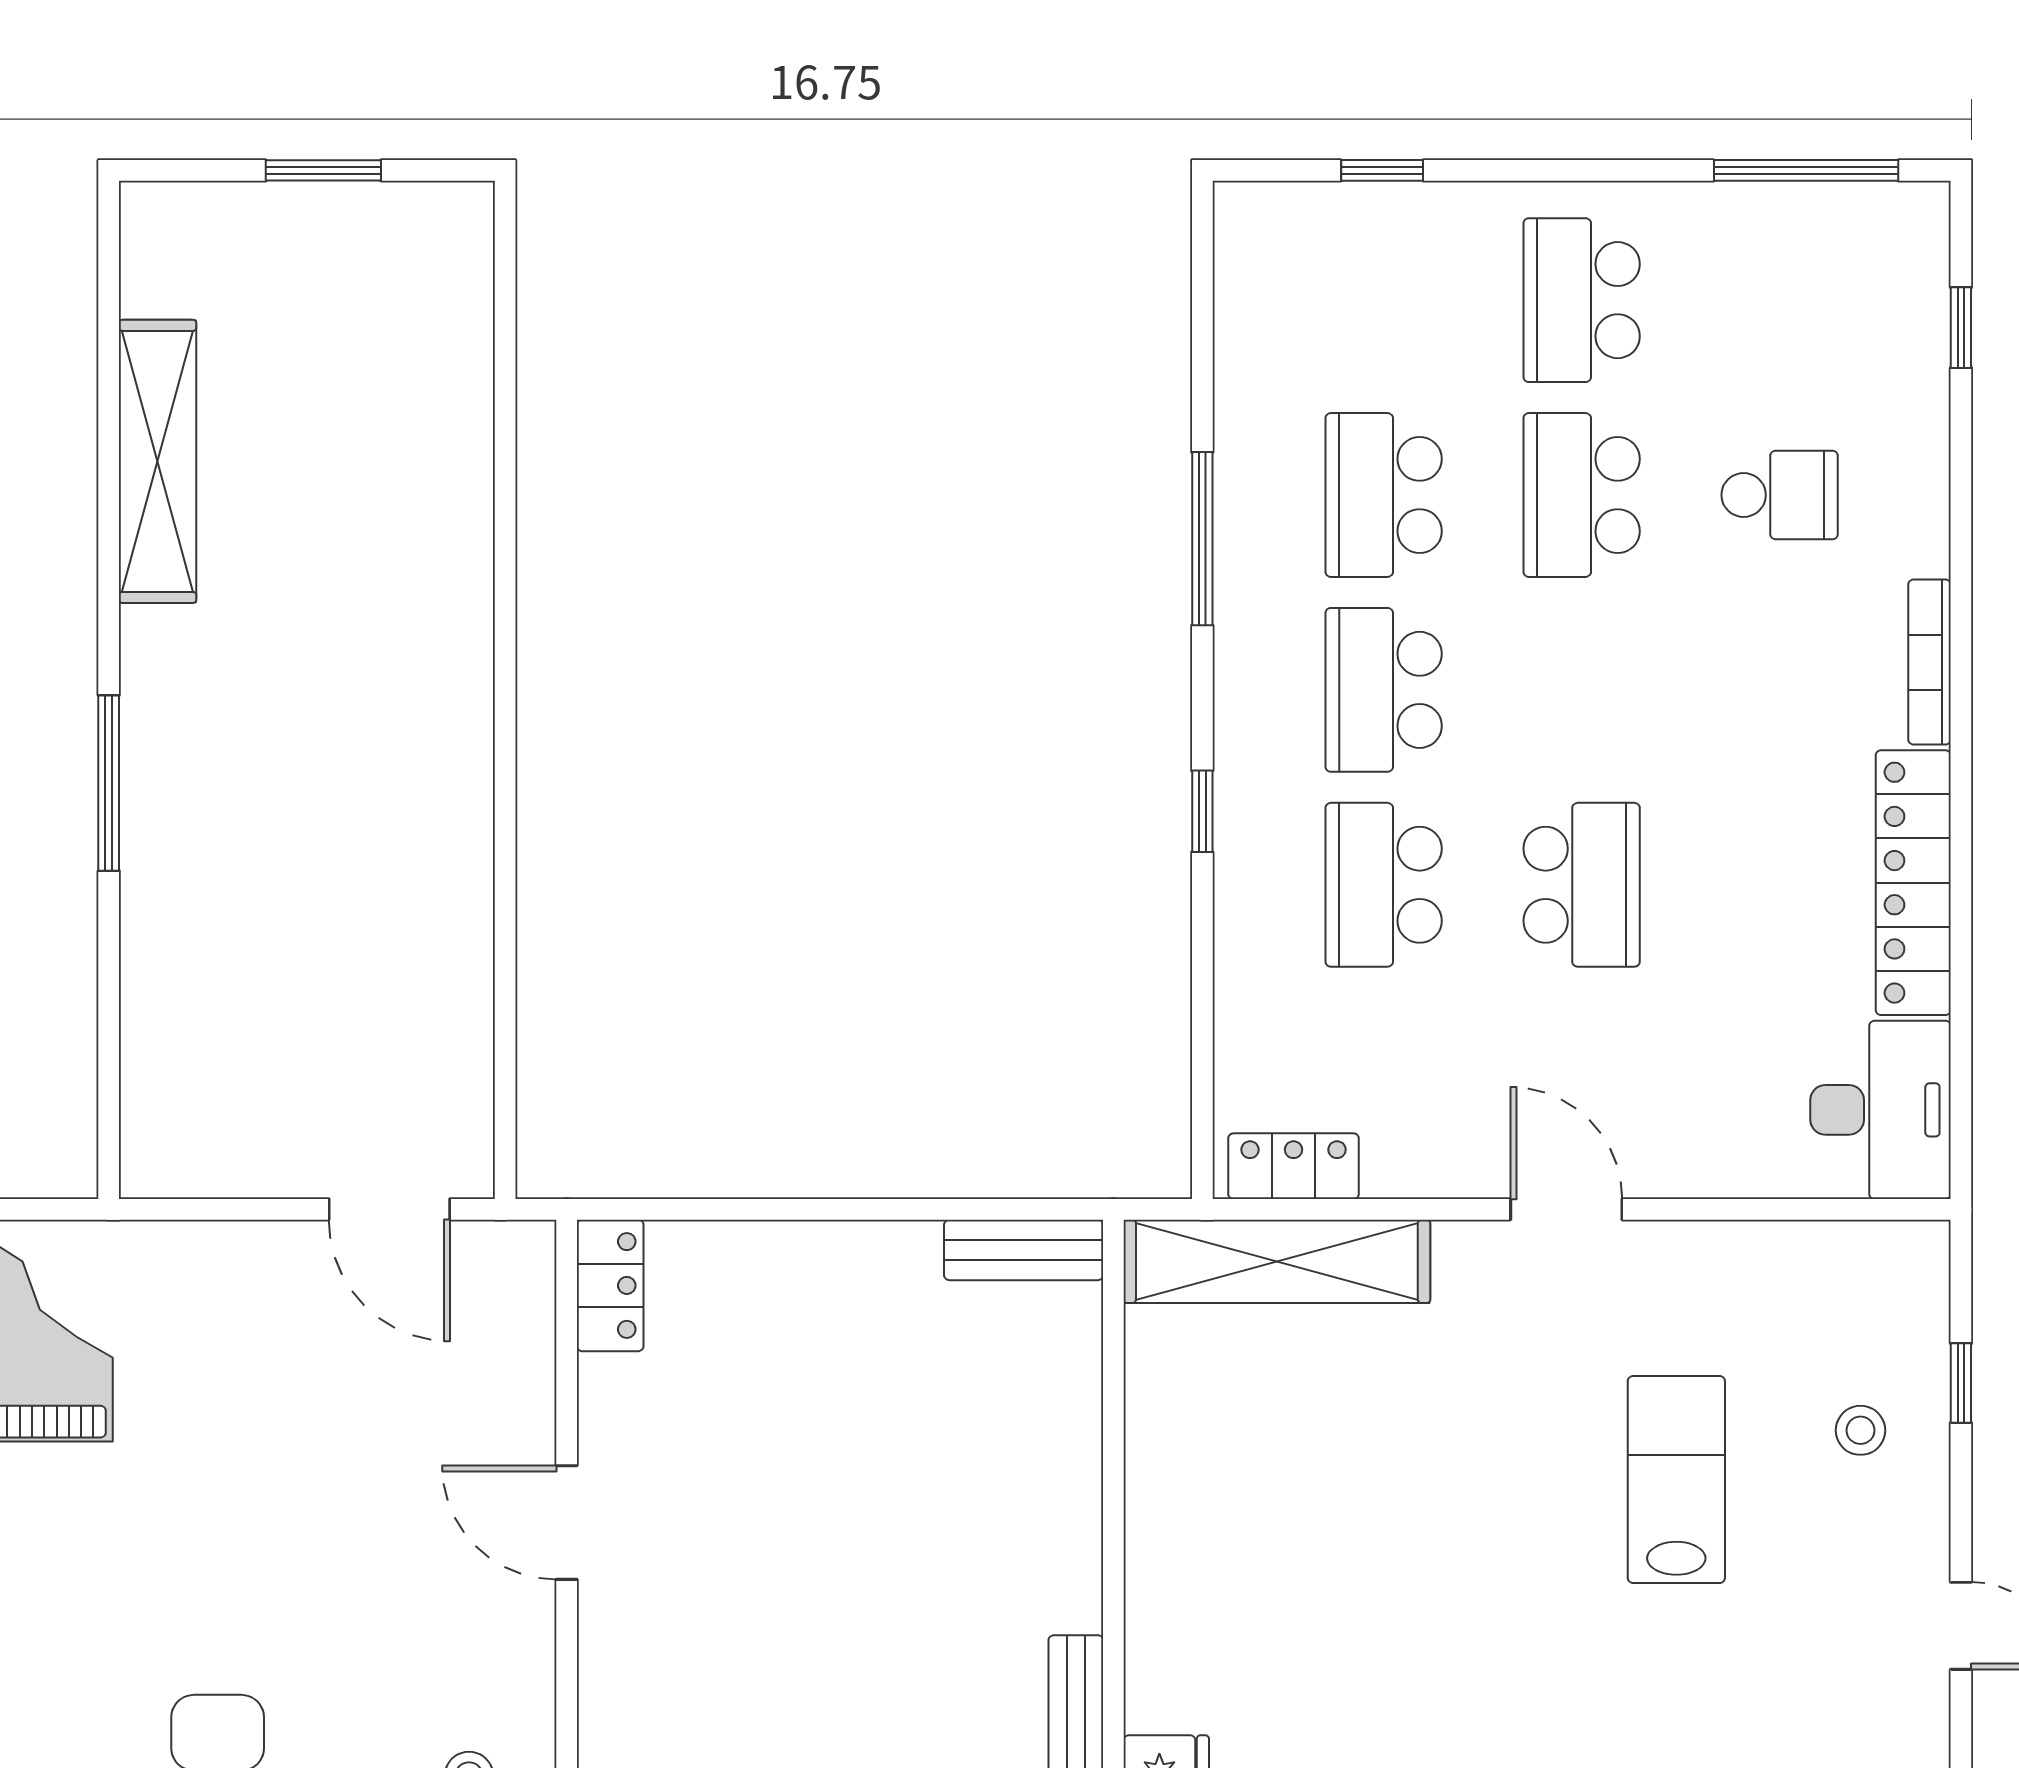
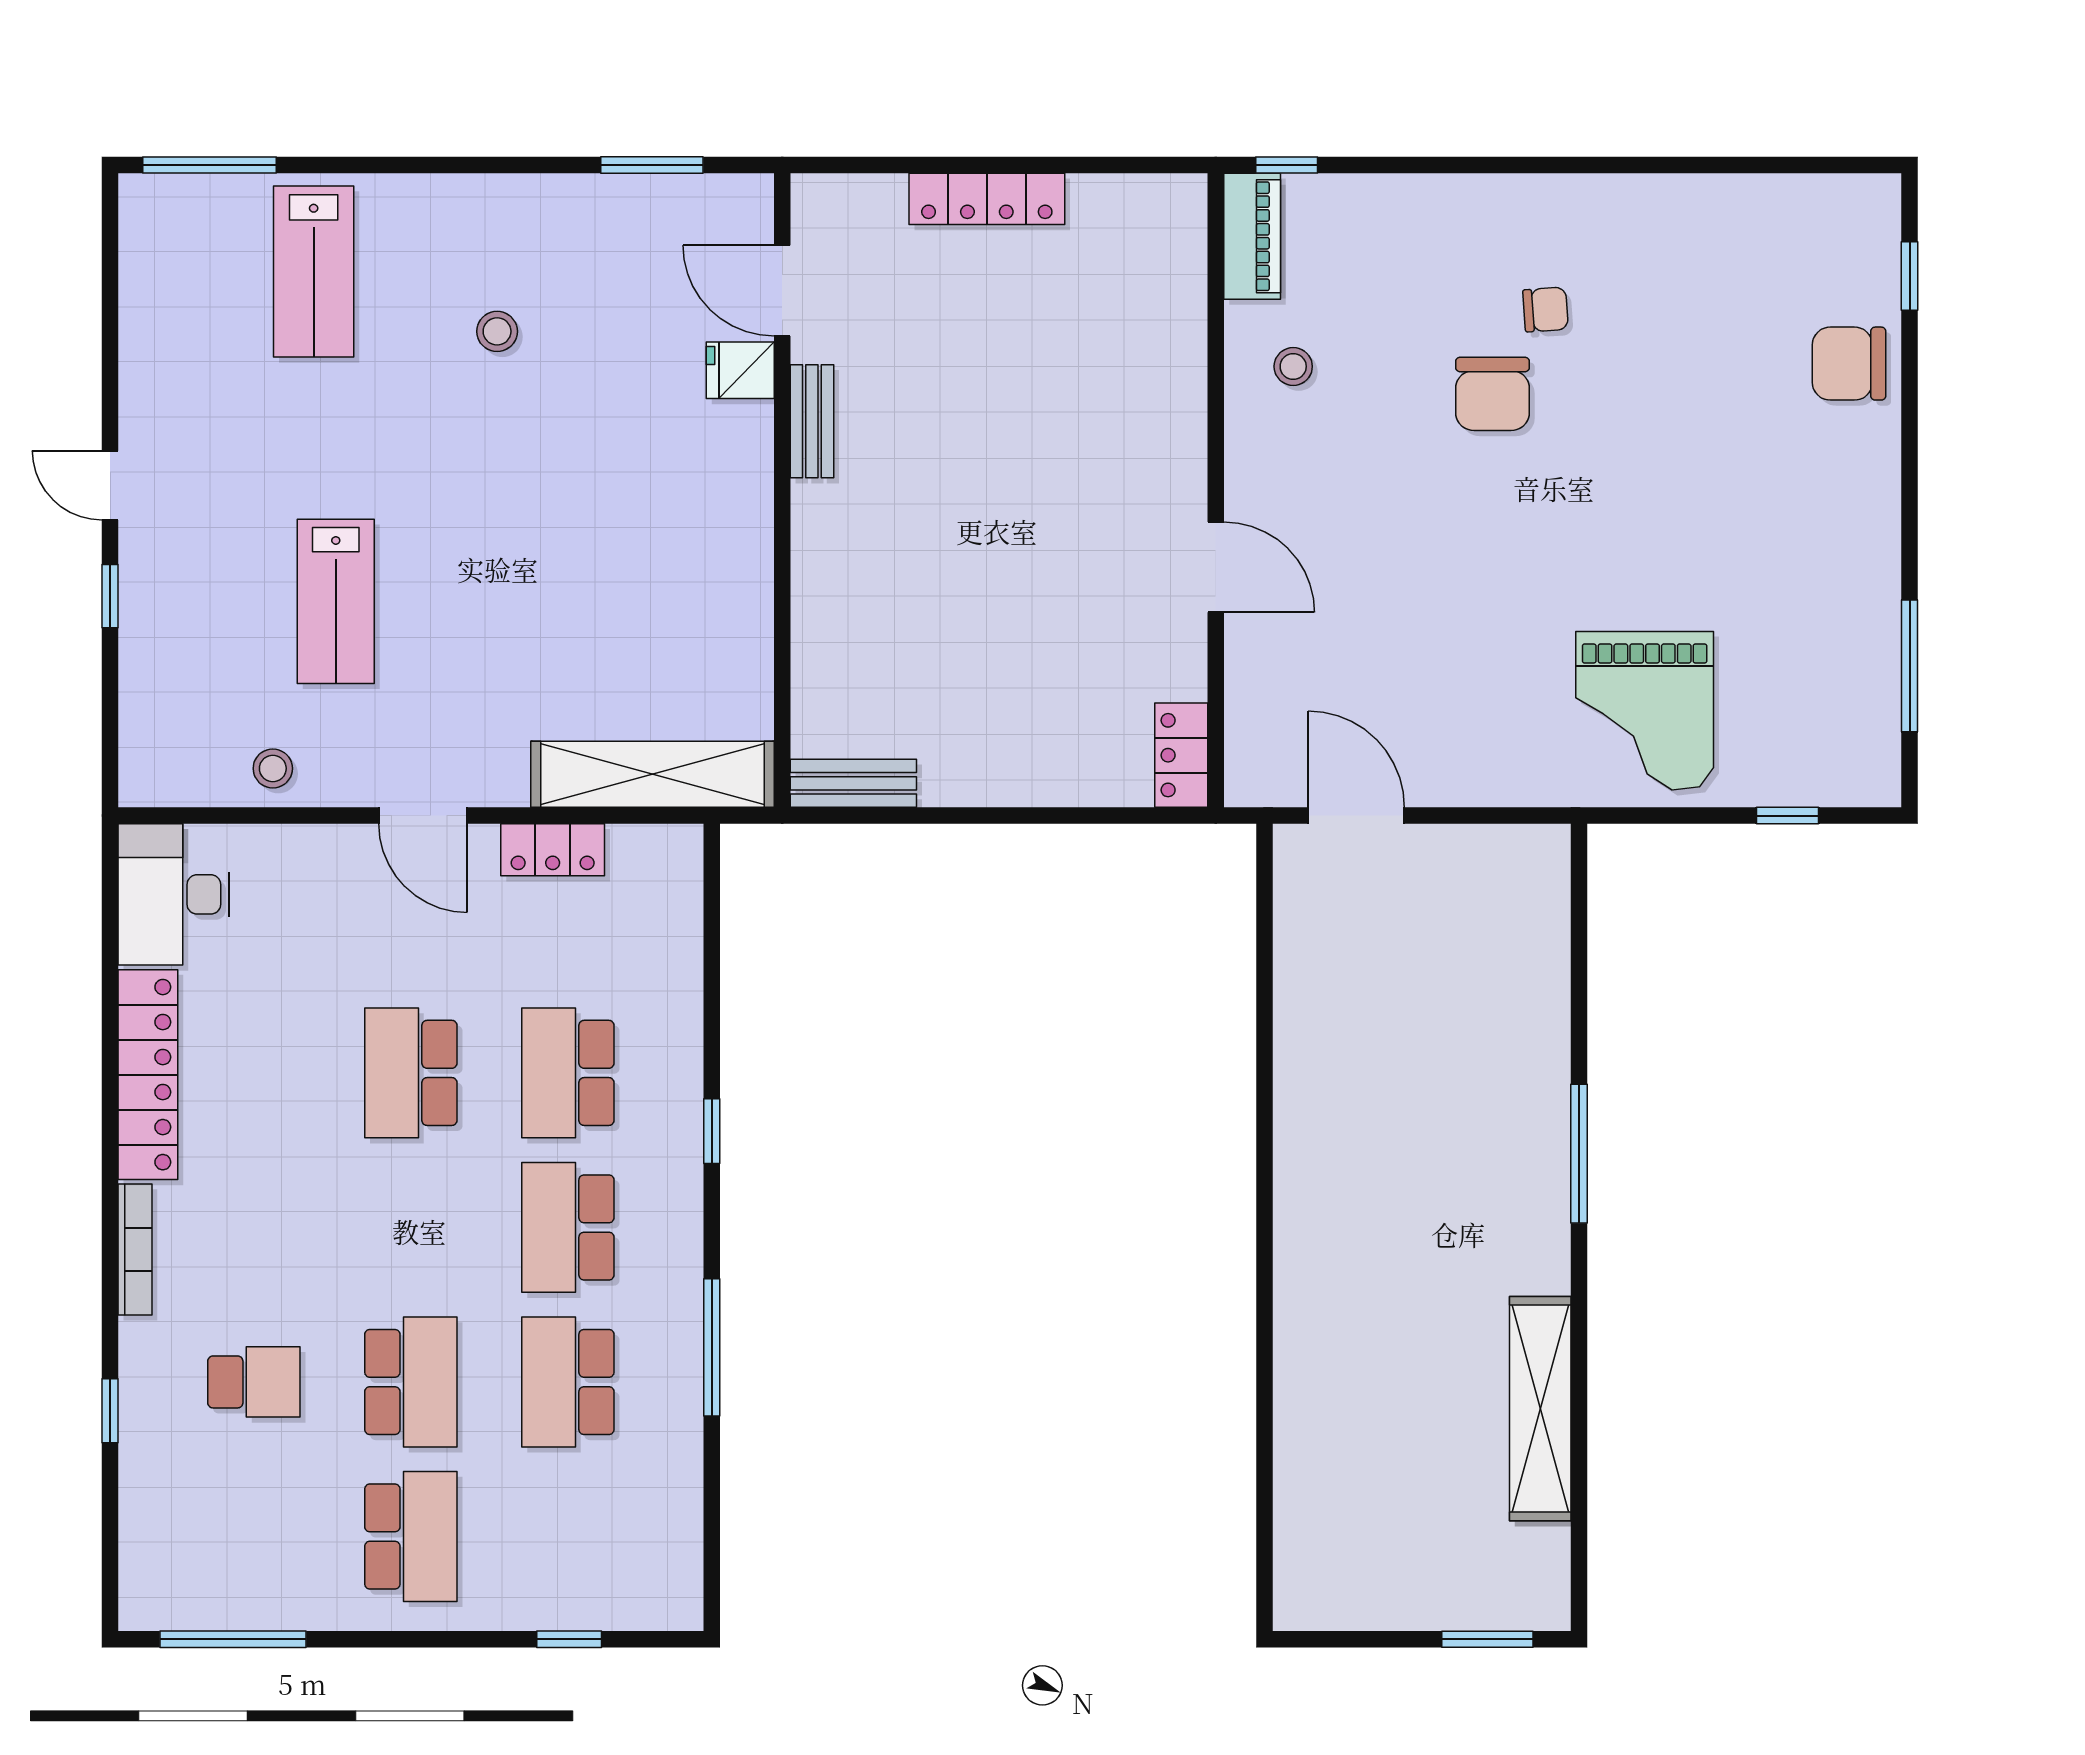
window: (323, 170) -> (1487, 1639), moved
window: (1961, 328) -> (110, 1411), moved
school desk: (1384, 495) -> (568, 1382), turned 180
school desk: (1780, 495) -> (254, 1382), turned 180
school desk: (1384, 690) -> (568, 1227), turned 180
school desk: (1384, 885) -> (568, 1073), turned 180
locker: (1294, 1166) -> (553, 850), moved
window: (1961, 1383) -> (110, 596), moved
stool: (1860, 1430) -> (273, 768), moved

